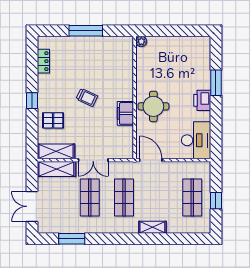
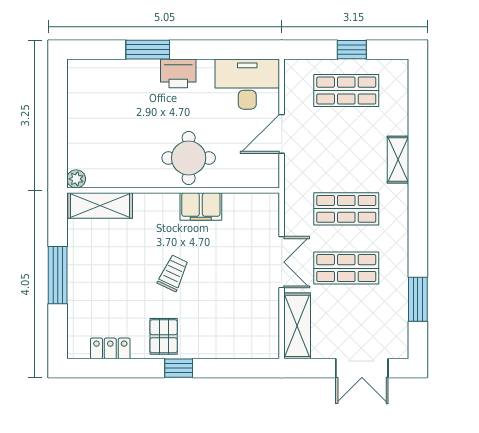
pallet: (53, 120) -> (164, 336), moved
shelving: (56, 151) -> (100, 206), moved, turned 90
door: (151, 160) -> (282, 134), moved

